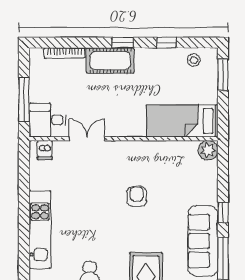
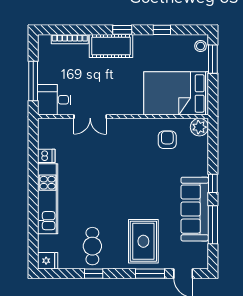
stool: (194, 60) -> (201, 46), moved
bed: (182, 121) -> (176, 93), width x1.50
double door: (87, 139) -> (90, 117), swing flipped
dishwasher: (45, 150) -> (46, 156), moved, turned -90
armchair: (137, 196) -> (167, 140), moved

